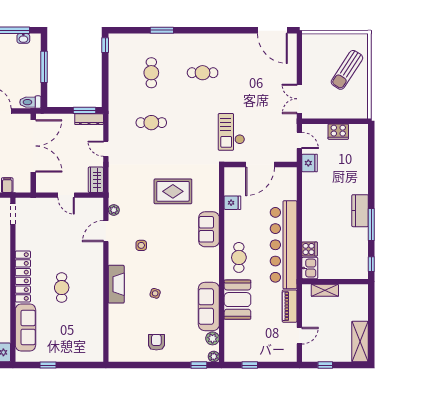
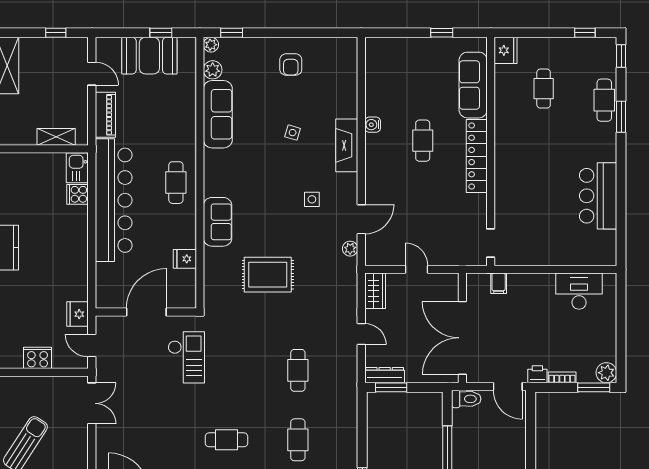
cafe table: (151, 123) -> (298, 370), turned 90
water cooler: (98, 299) -> (373, 125), added
booth: (237, 300) -> (149, 56), moved, turned 90
door: (299, 336) -> (92, 74), swing flipped

